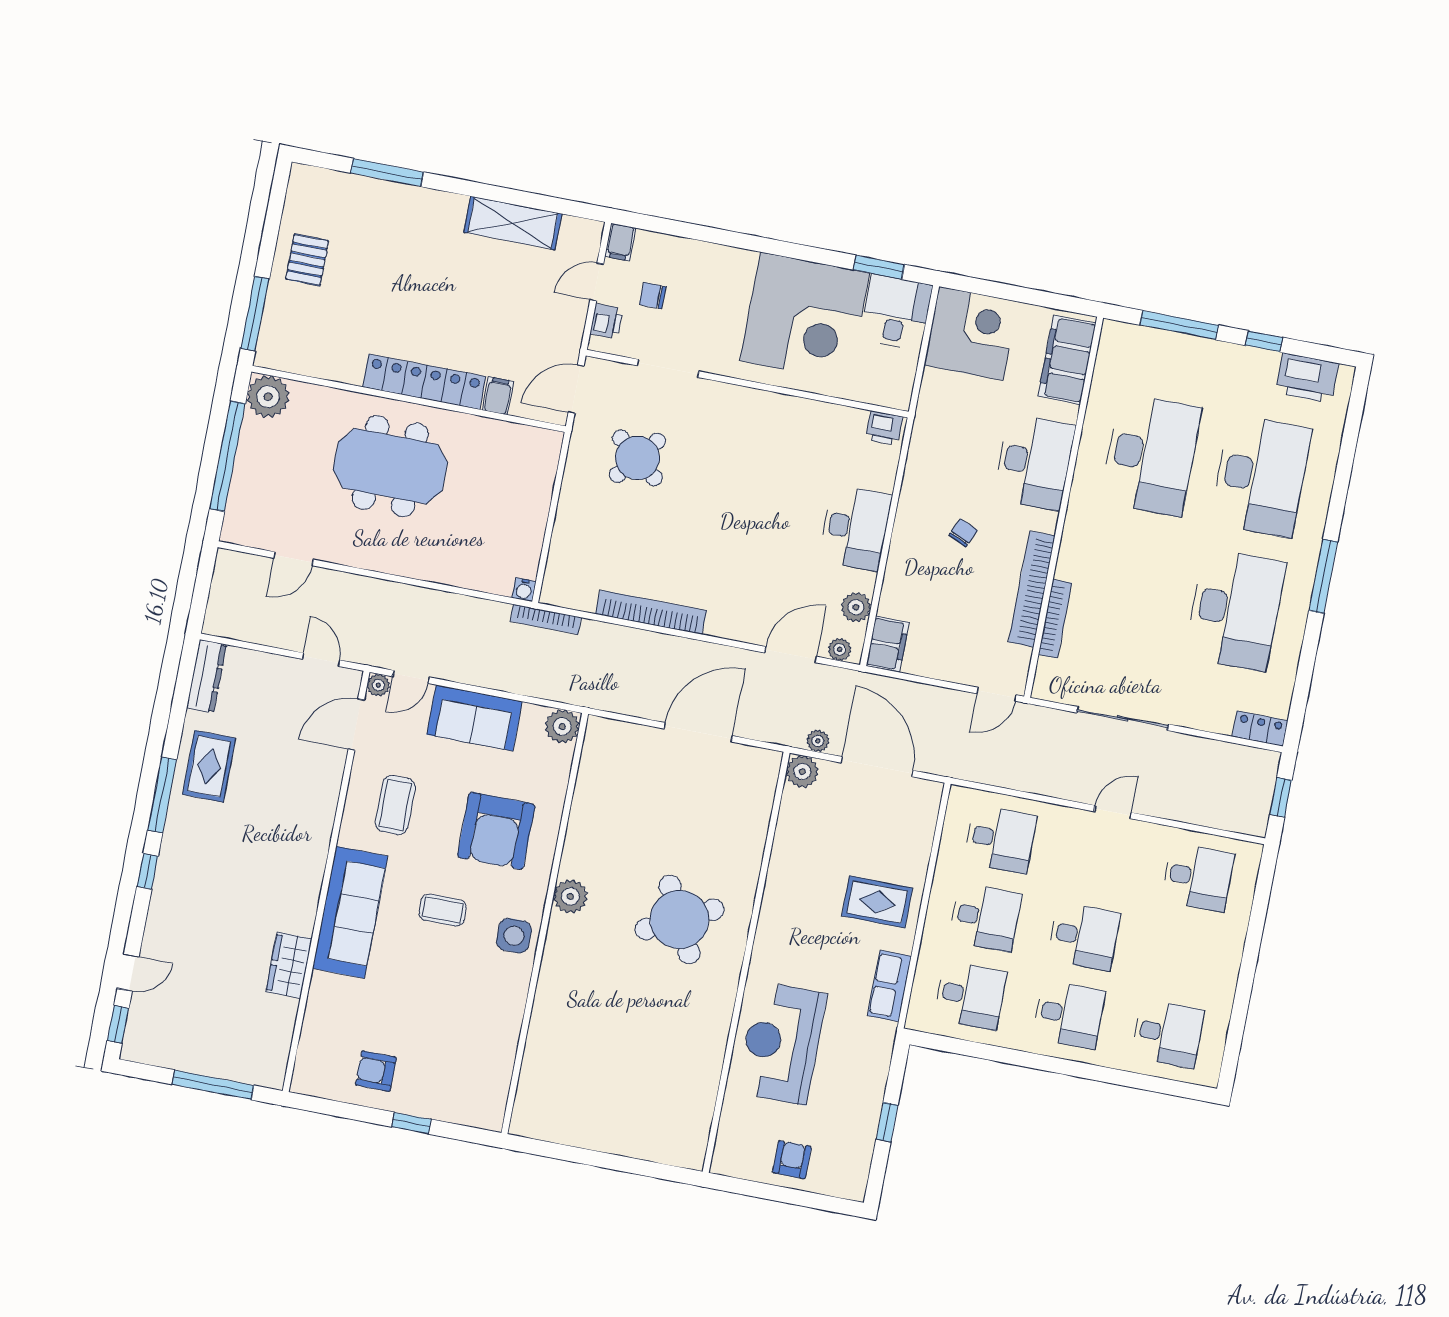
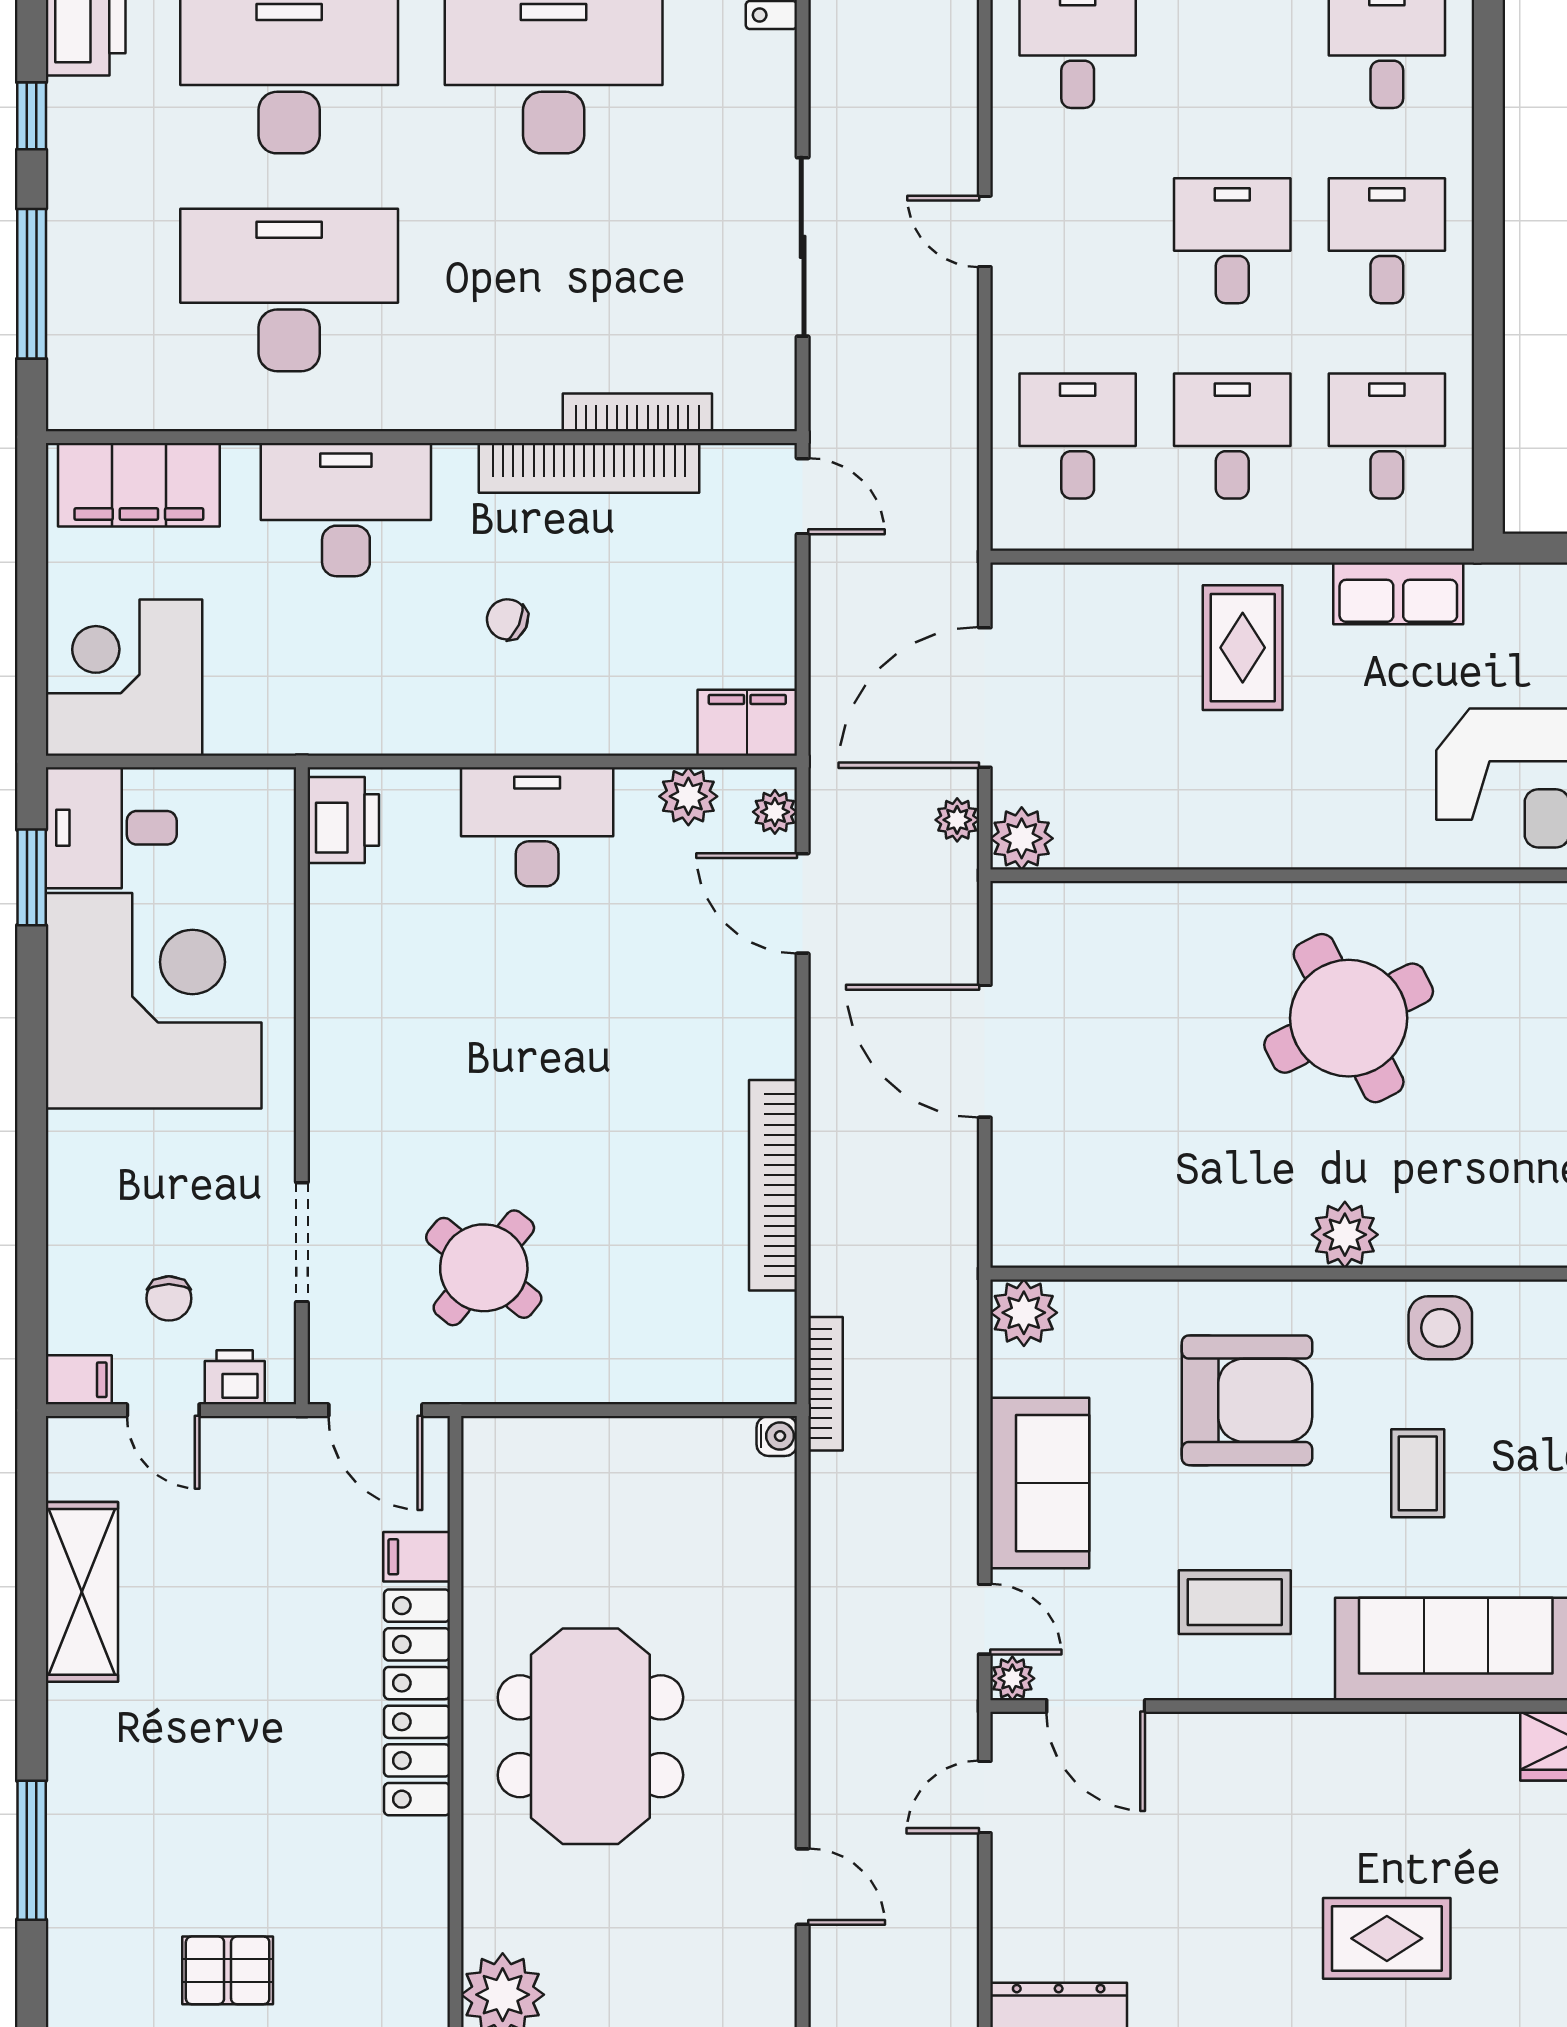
printer: (884, 428) -> (343, 820), width x1.36, depth x1.24
rug: (209, 766) -> (1387, 1938), moved

